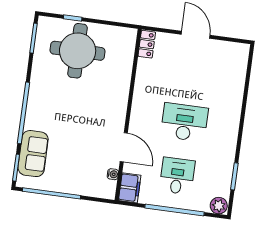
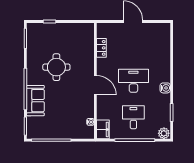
locker: (147, 44) -> (101, 48), moved
round table: (78, 51) -> (56, 67), moved, width x0.73, depth x0.73
water cooler: (230, 139) -> (165, 88), added
door: (124, 147) -> (95, 85), moved
sofa: (33, 154) -> (35, 101), moved

